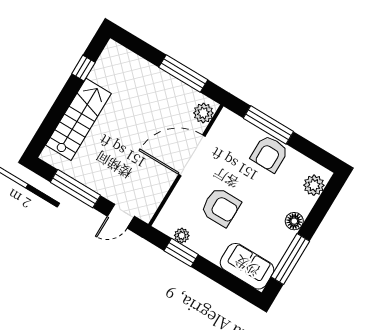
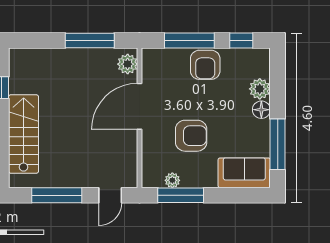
window: (313, 152) -> (241, 41), added
plant: (314, 185) -> (260, 89), moved
window: (181, 253) -> (181, 195), width x1.44

